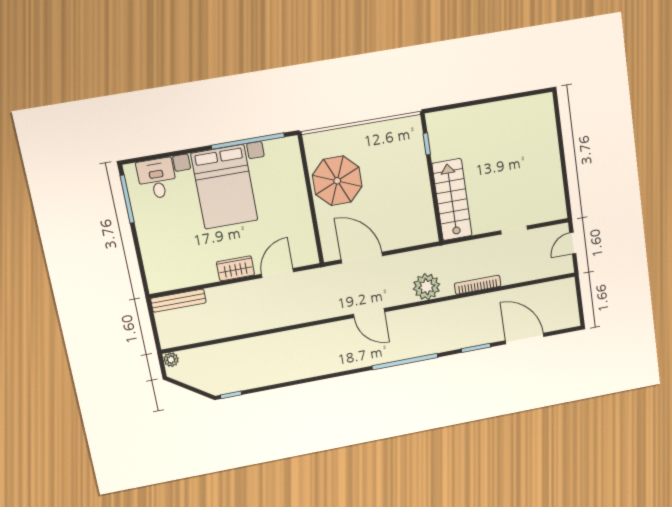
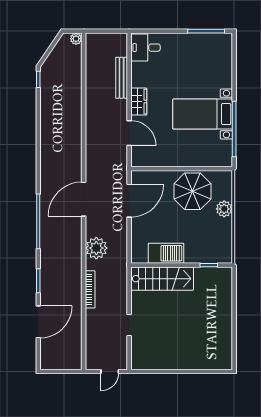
plant: (353, 136) -> (224, 209), added
desk: (157, 178) -> (145, 48), moved, turned 180
bed with nightstands: (224, 187) -> (203, 114), width x0.73
barbecue: (420, 200) -> (166, 253), added
door: (573, 243) -> (110, 372), swing flipped
bench: (178, 301) -> (122, 78), moved
door: (369, 313) -> (84, 199), width x1.36

